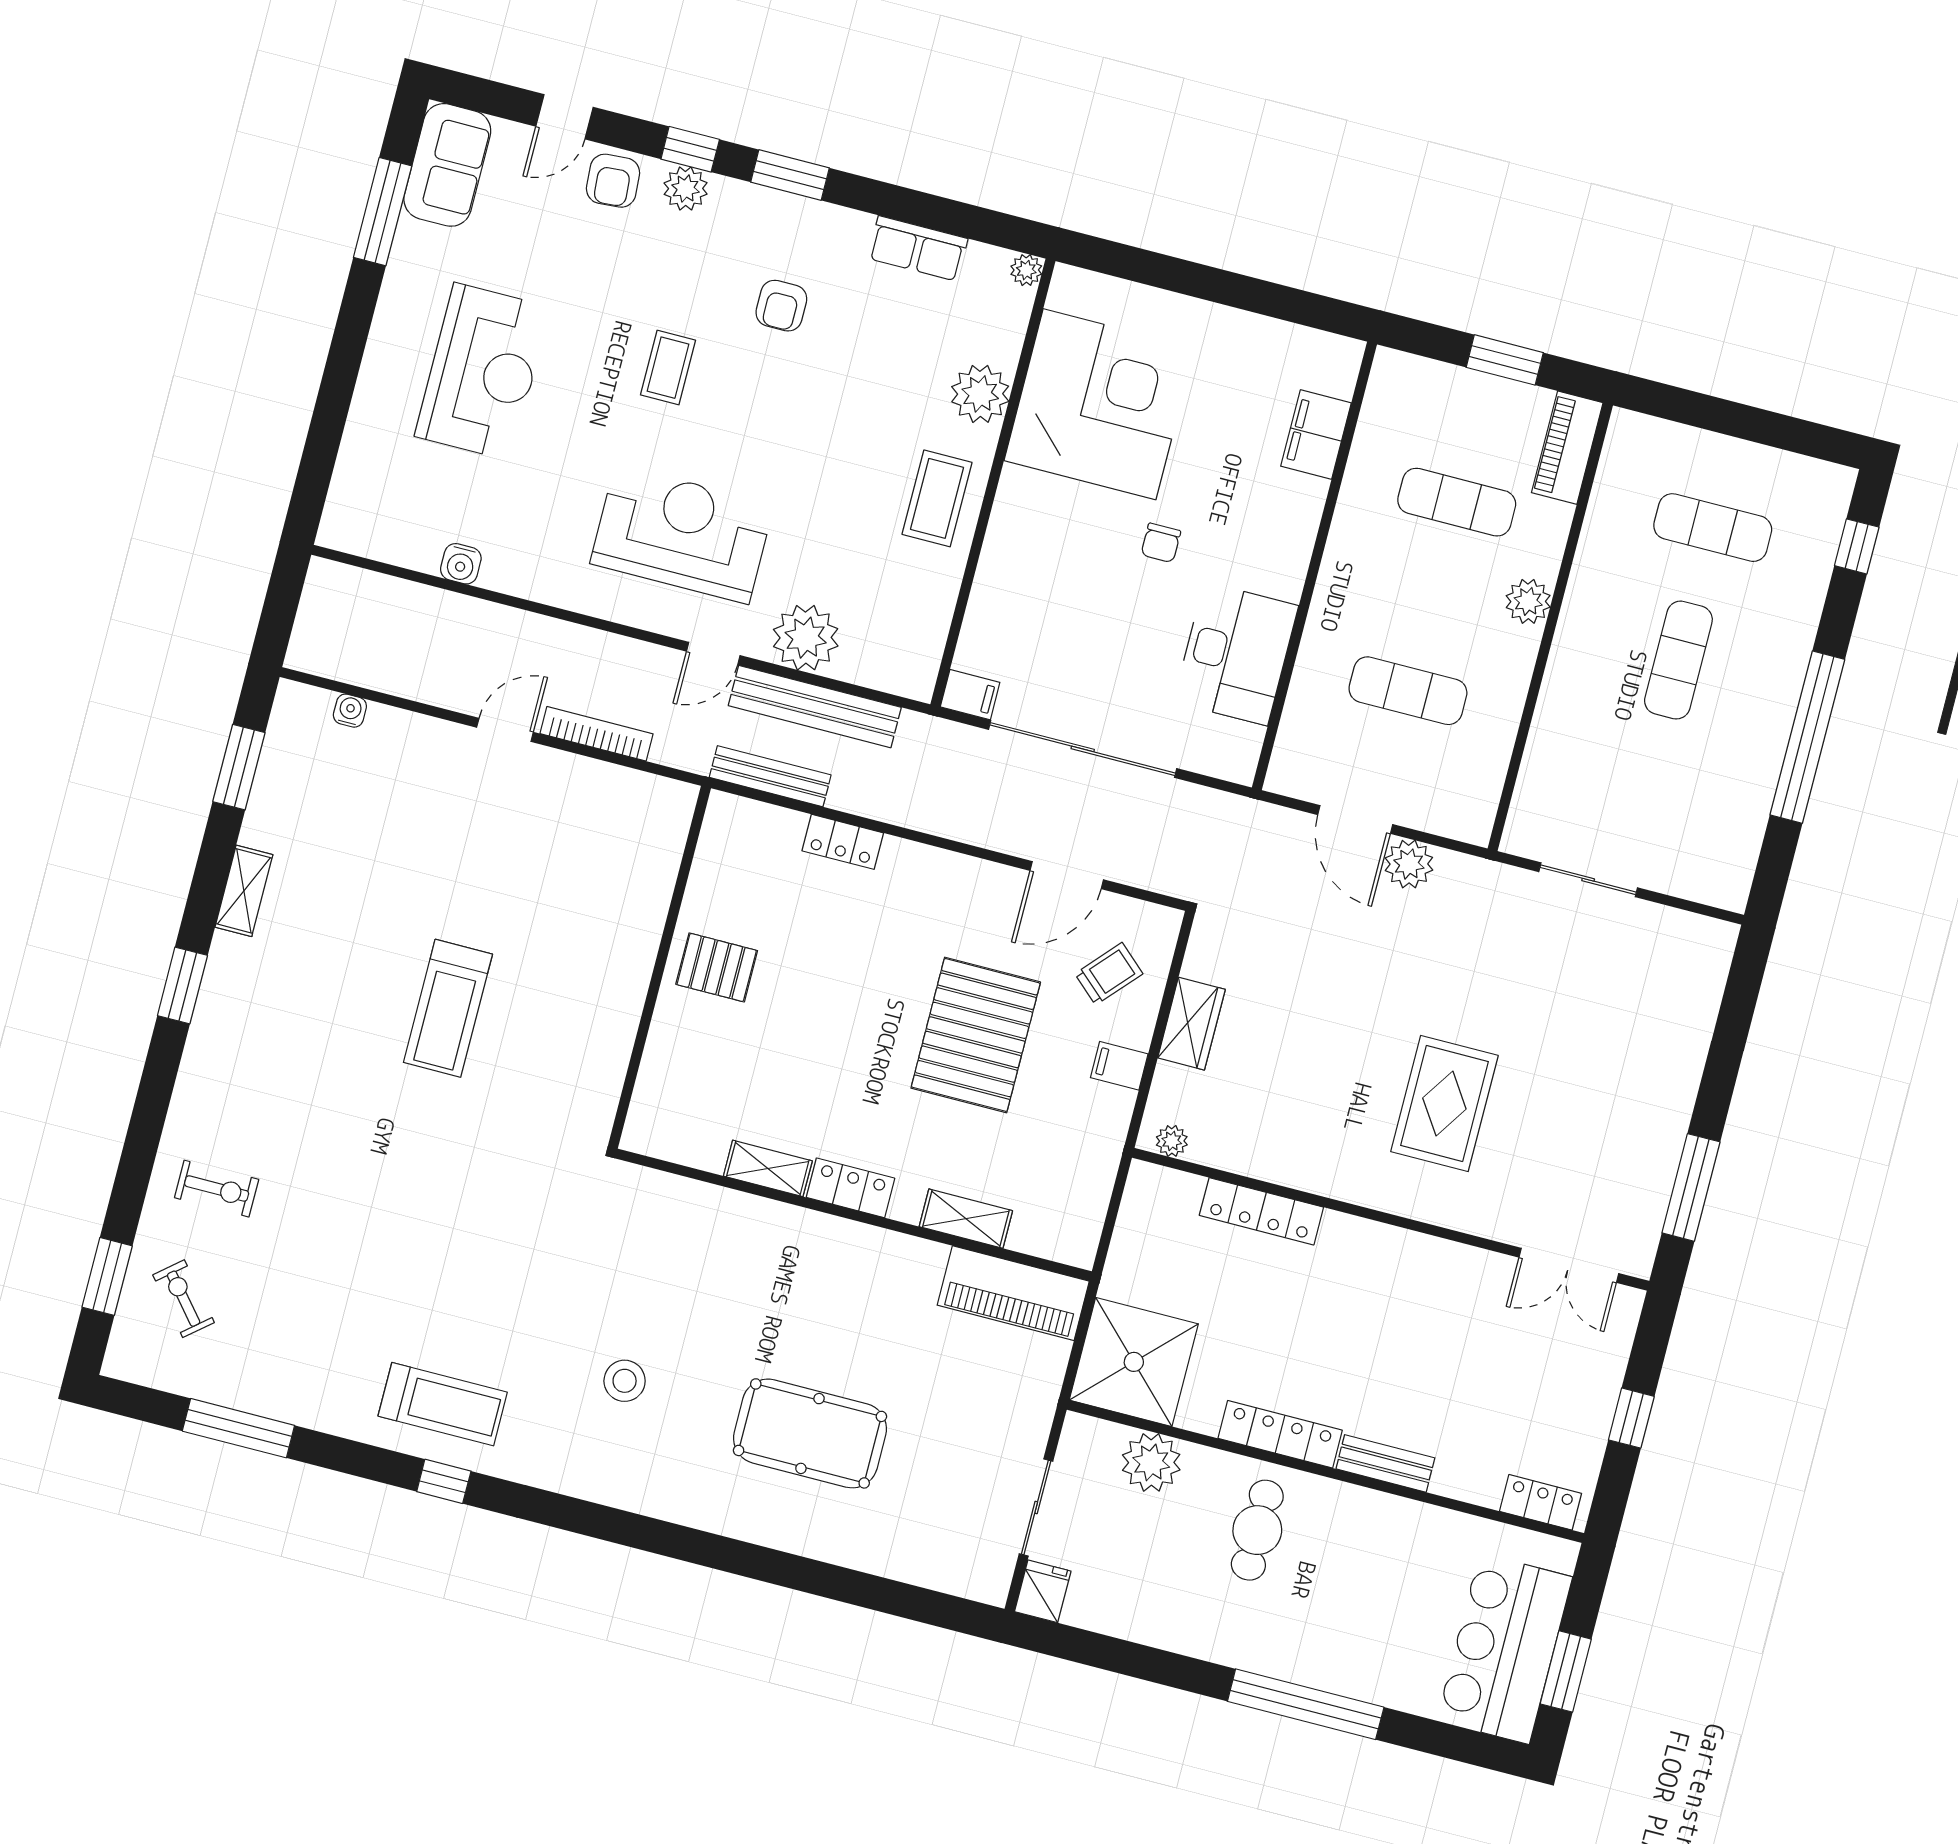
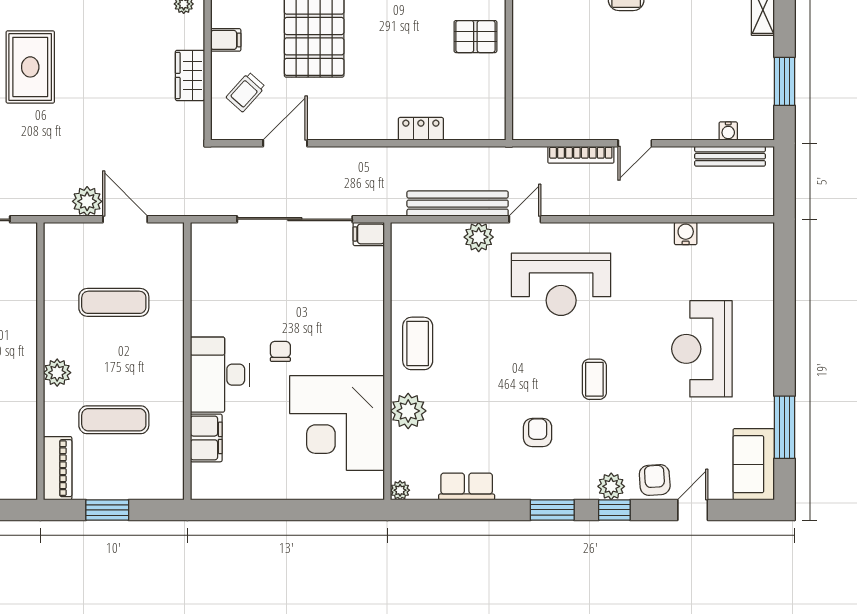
plant: (806, 638) -> (479, 237), width x0.73, depth x0.73
desk: (1236, 654) -> (220, 375), moved
bench: (770, 776) -> (730, 156), moved

